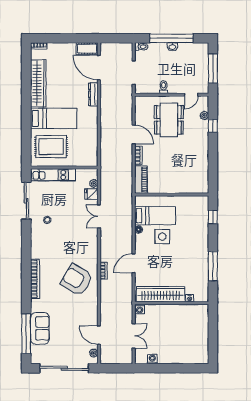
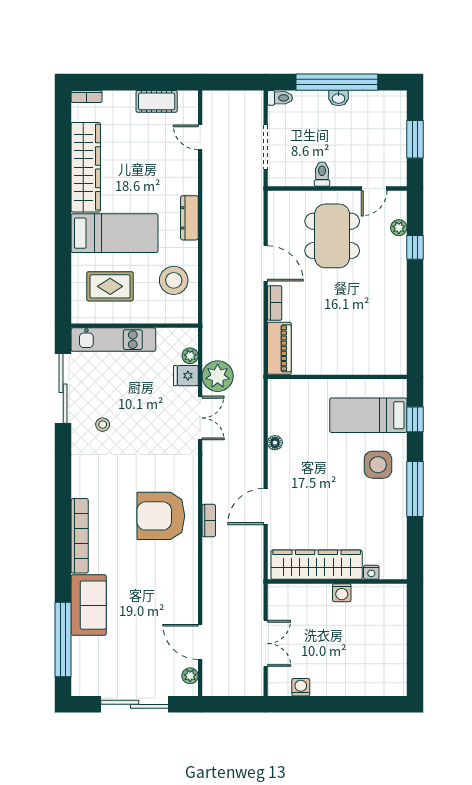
cot: (87, 49) -> (157, 101), moved
door: (99, 68) -> (200, 137), width x0.53
window: (213, 69) -> (415, 139), width x0.69
dresser: (93, 94) -> (189, 218), moved
stool: (85, 143) -> (174, 280), added
rug: (51, 147) -> (110, 286), width x0.73, depth x0.70
plant: (108, 194) -> (218, 376), added
double door: (99, 216) -> (200, 418), swing flipped
bed: (155, 216) -> (368, 415), moved, turned 180
side table: (162, 237) -> (378, 465), moved
window: (213, 266) -> (415, 489), moved
armchair: (77, 280) -> (161, 516), moved, turned -31
washing machine: (140, 309) -> (342, 593), moved
sofa: (40, 328) -> (89, 605), moved
sliding door: (64, 368) -> (135, 704), width x0.73

